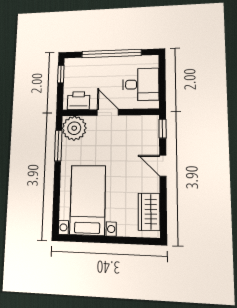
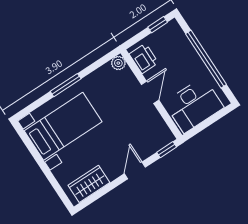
desk: (141, 84) -> (194, 105), width x1.37
plant: (74, 128) -> (118, 63), width x0.53, depth x0.53
window: (58, 146) -> (66, 85), moved

